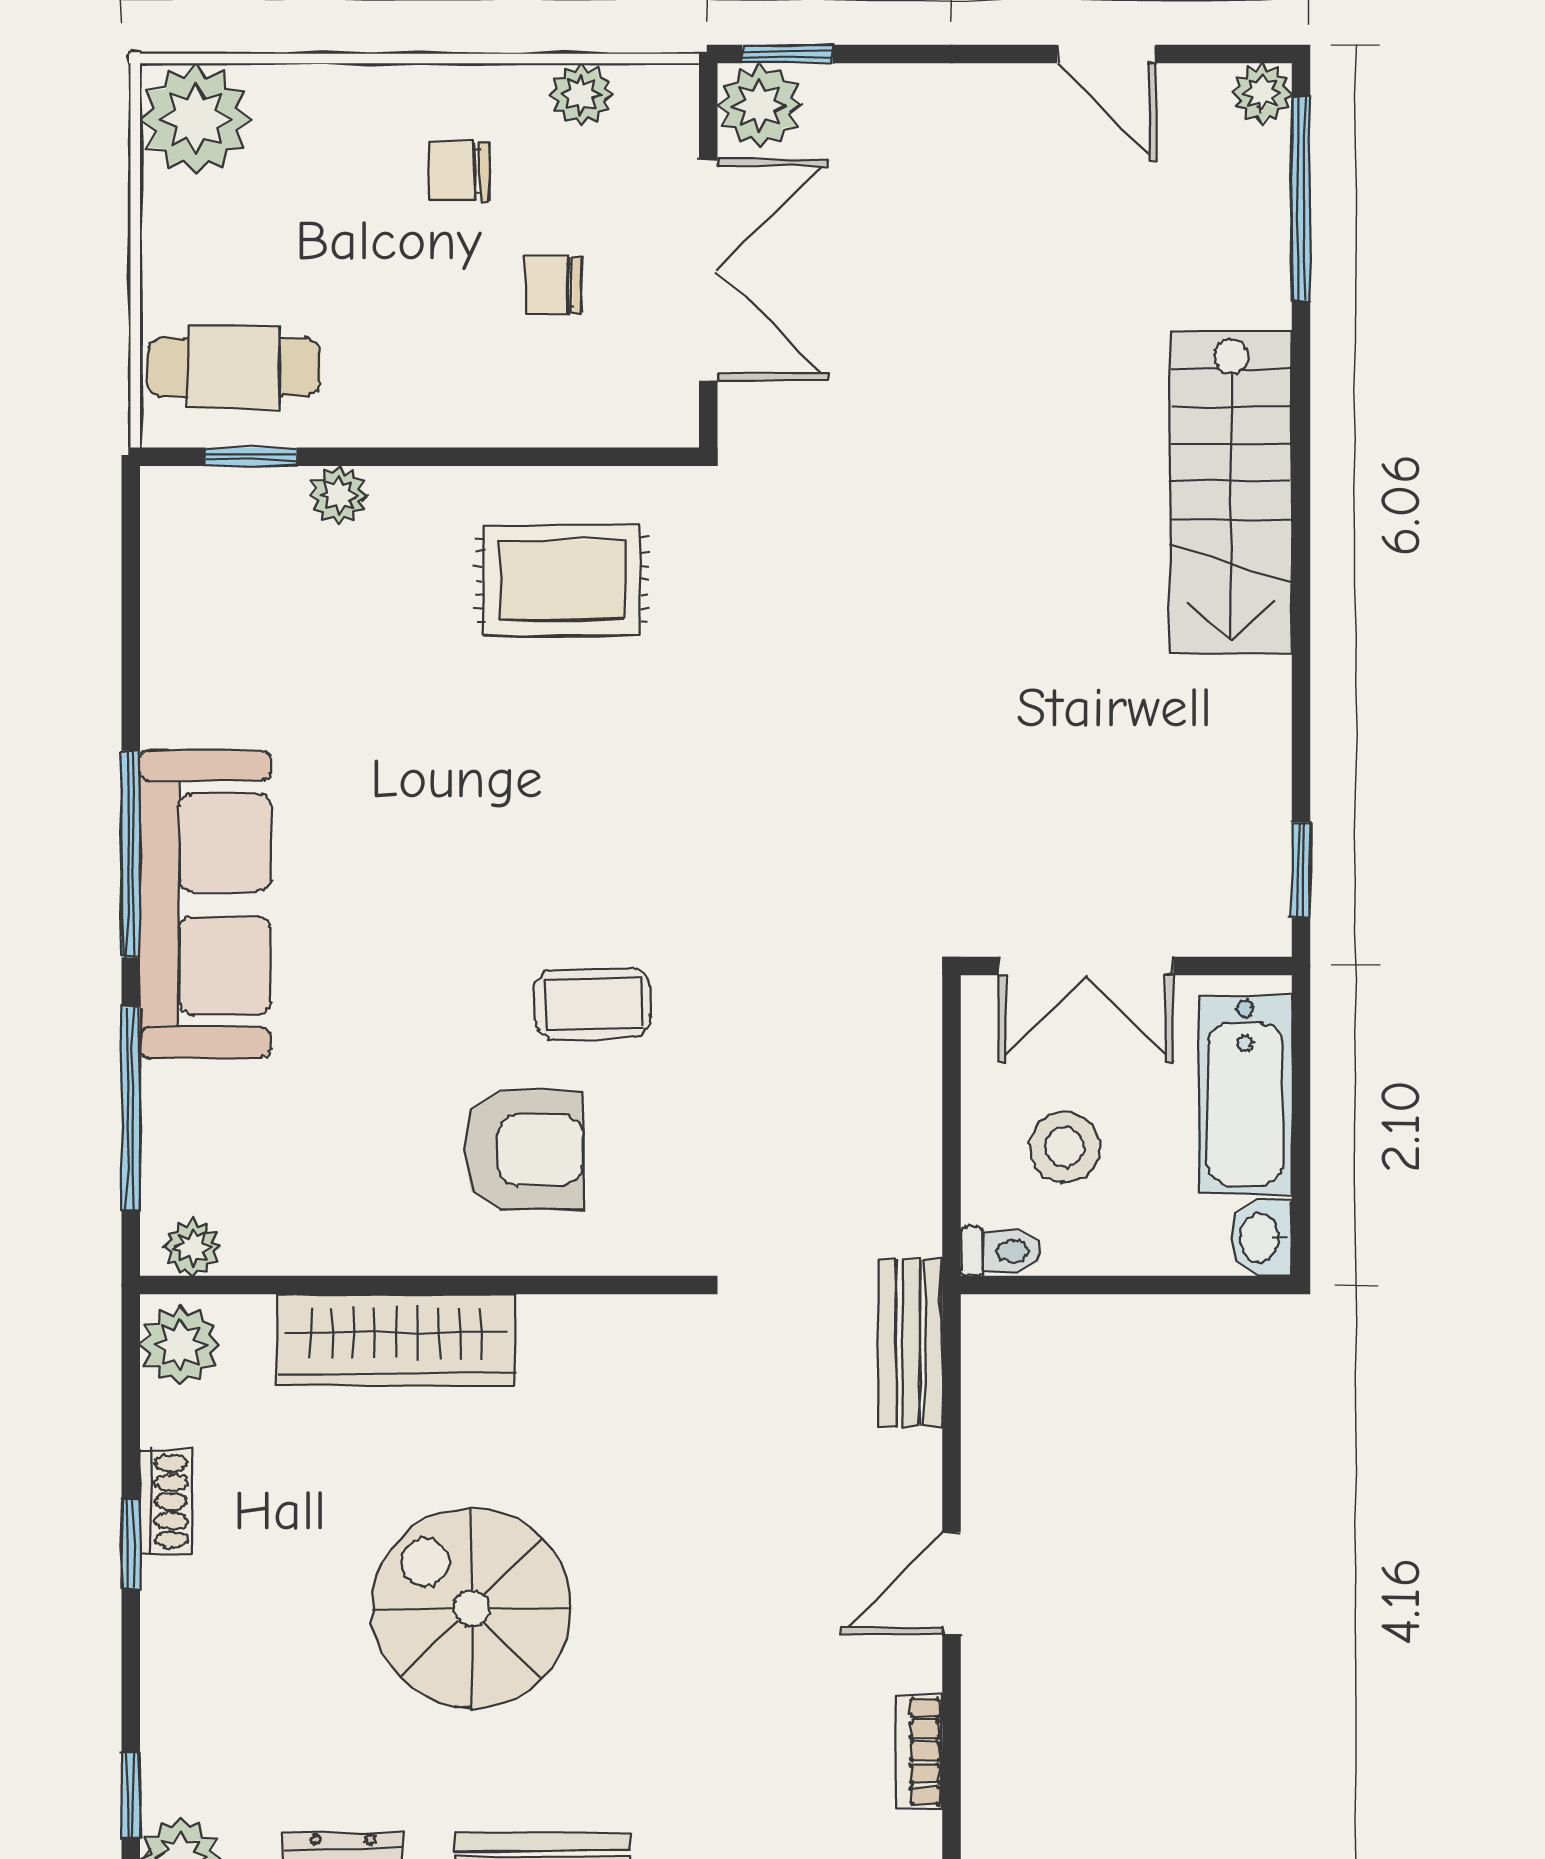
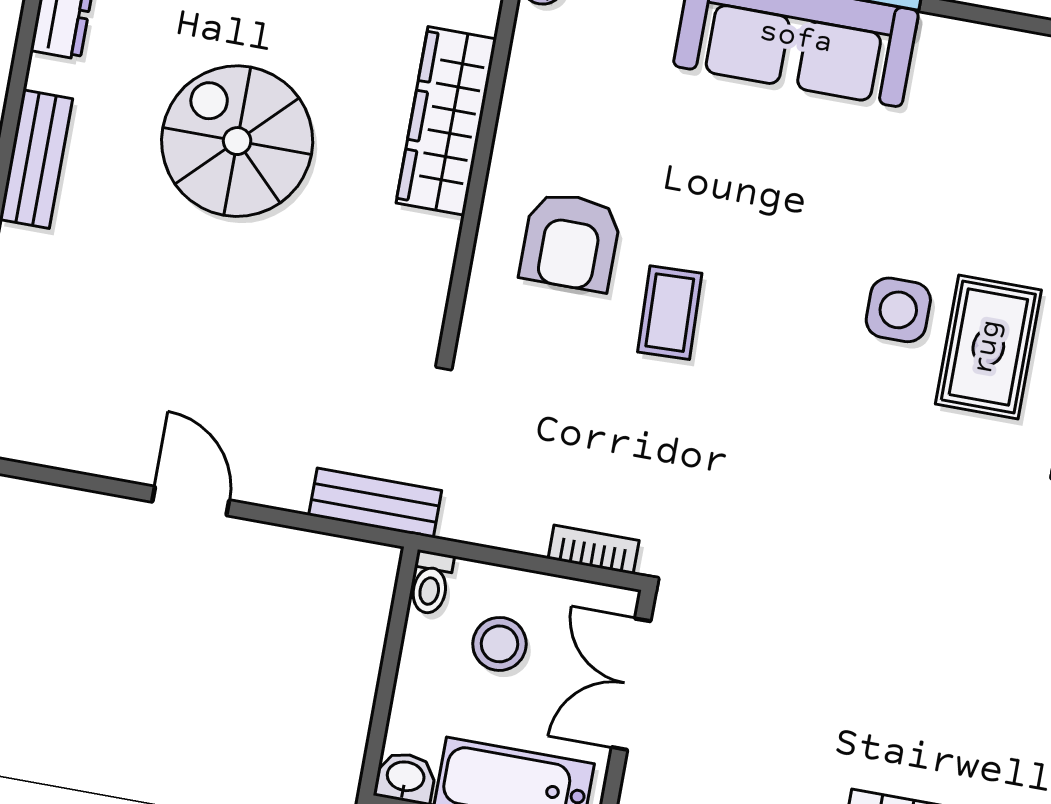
side table: (535, 706) -> (898, 310), added
spiral stairs: (472, 1608) -> (237, 141), turned -90
bookcase: (919, 1752) -> (594, 550), moved

